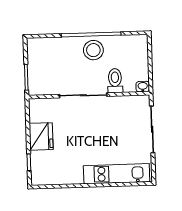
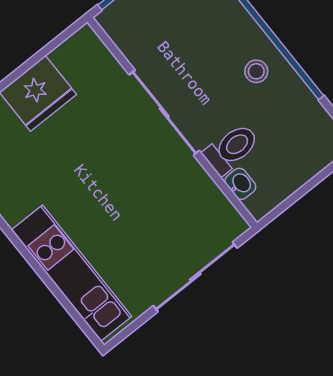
stool: (93, 50) -> (256, 71), width x0.53, depth x0.53
washbasin: (143, 87) -> (240, 184), moved

